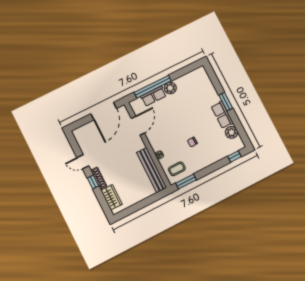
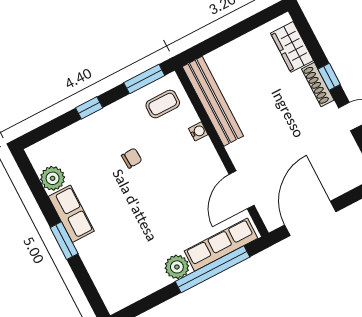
row of seats: (153, 96) -> (221, 245), width x1.48
window: (234, 156) -> (89, 108), moved

